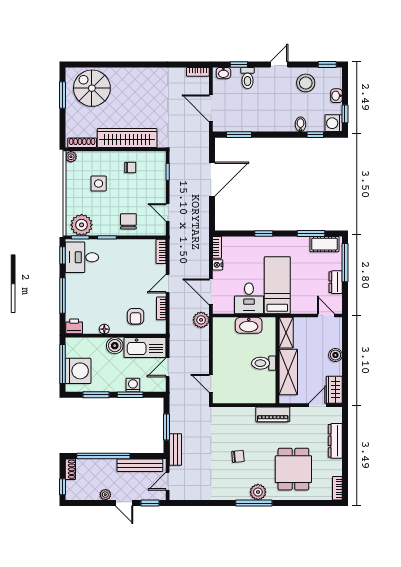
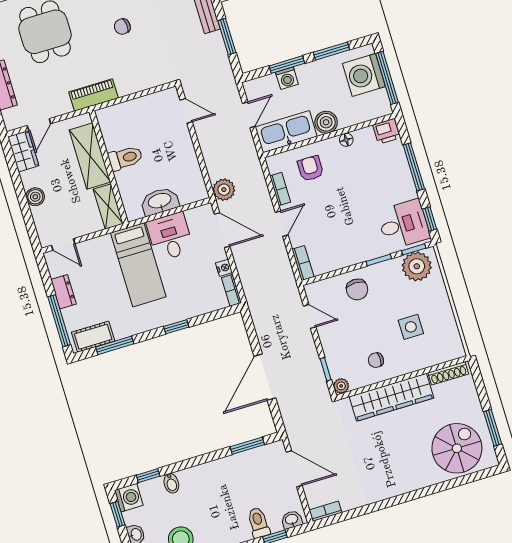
spiral stairs: (92, 88) -> (457, 448), turned -90
plant: (71, 157) -> (341, 386), moved

